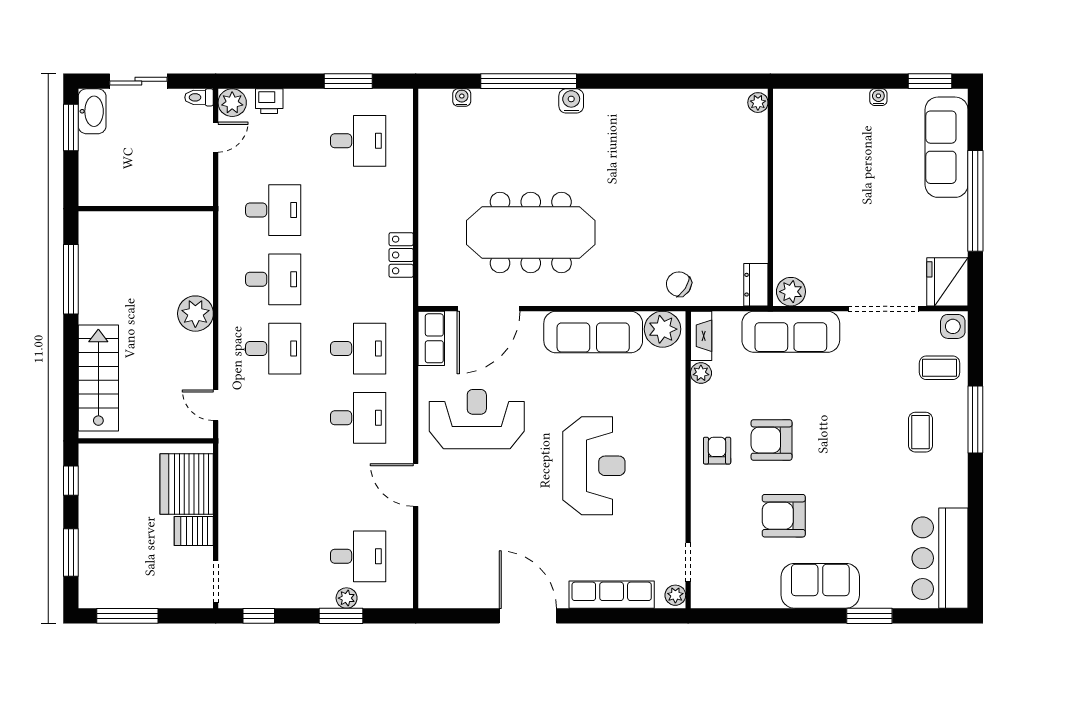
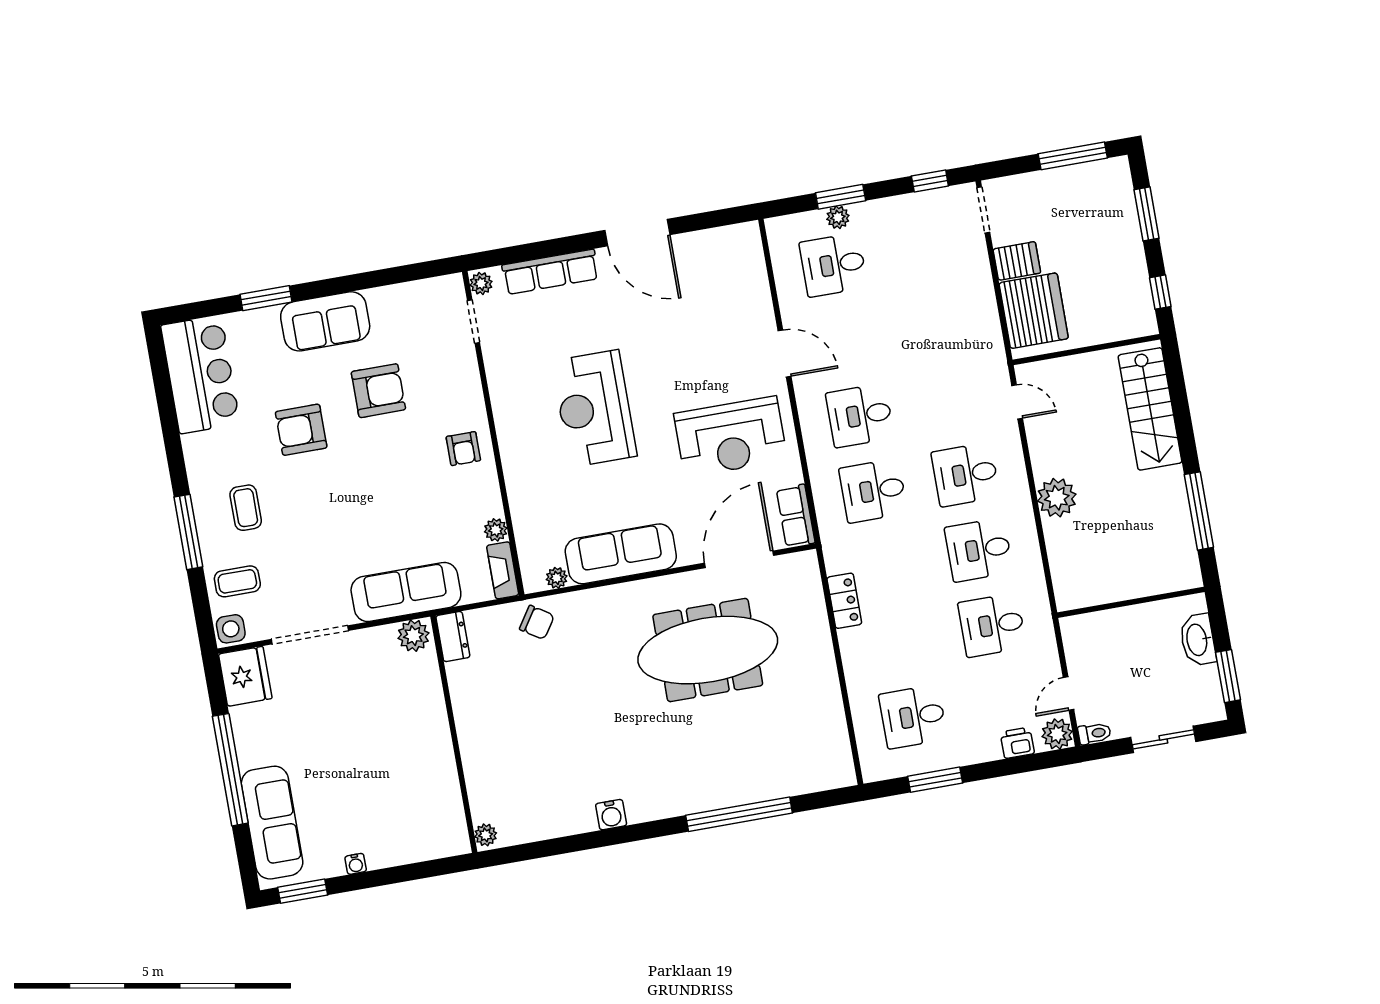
water cooler: (462, 98) -> (809, 784), removed
water cooler: (571, 101) -> (611, 815), moved
washbasin: (92, 111) -> (1198, 640), moved
plant: (663, 329) -> (557, 578), width x0.53, depth x0.53
armchair: (772, 440) -> (301, 430), moved, turned 180

